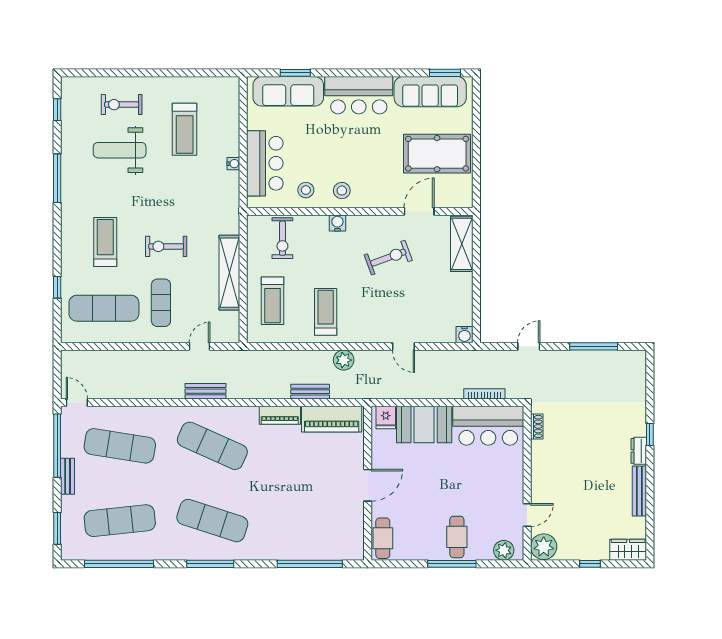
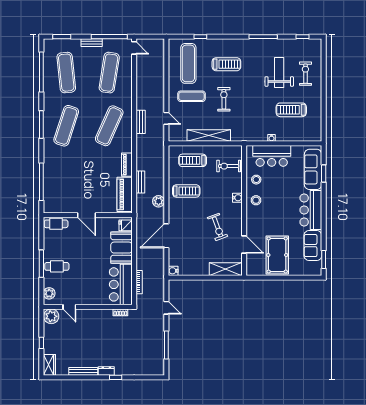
sofa: (430, 92) -> (313, 246), width x0.73
door: (403, 346) -> (166, 236), width x1.87
door: (77, 403) -> (134, 48), hinge flipped

